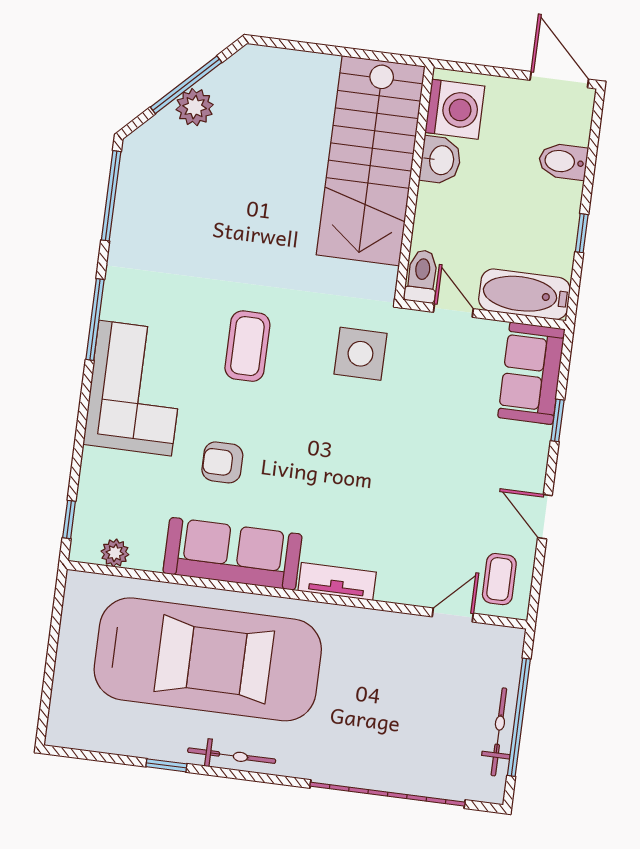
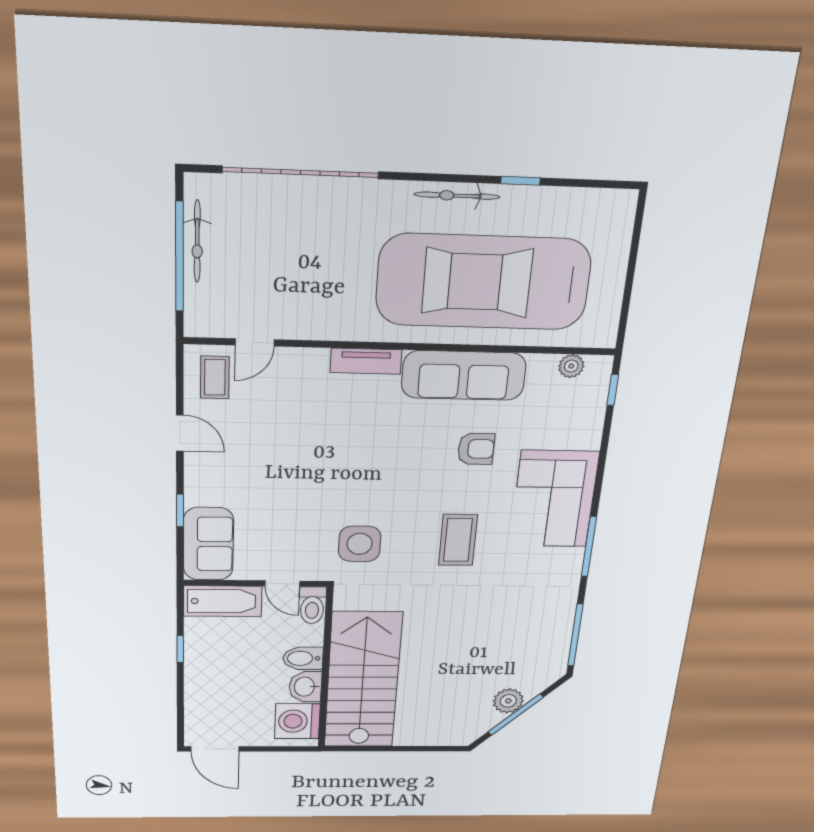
bidet: (563, 161) -> (303, 658), moved, turned 180

